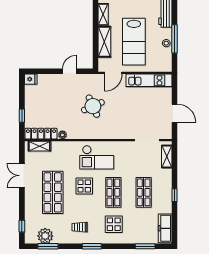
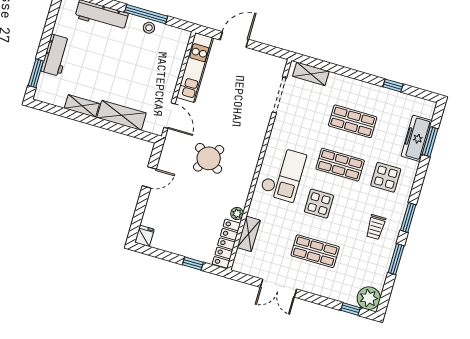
lab bench: (134, 42) -> (133, 73), removed
door: (69, 71) -> (149, 177), swing flipped
round table: (93, 106) -> (209, 158), turned -31
door: (174, 113) -> (234, 40), moved
shelving: (39, 146) -> (249, 234), moved
shop shelf: (53, 192) -> (315, 251), width x0.70, depth x0.74
window: (174, 195) -> (393, 85), moved
freezer: (165, 228) -> (416, 138), moved, turned 90
plant: (45, 236) -> (369, 298), moved
window: (48, 246) -> (396, 259), moved

